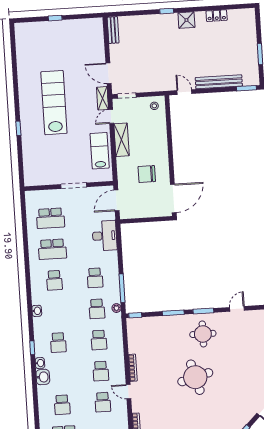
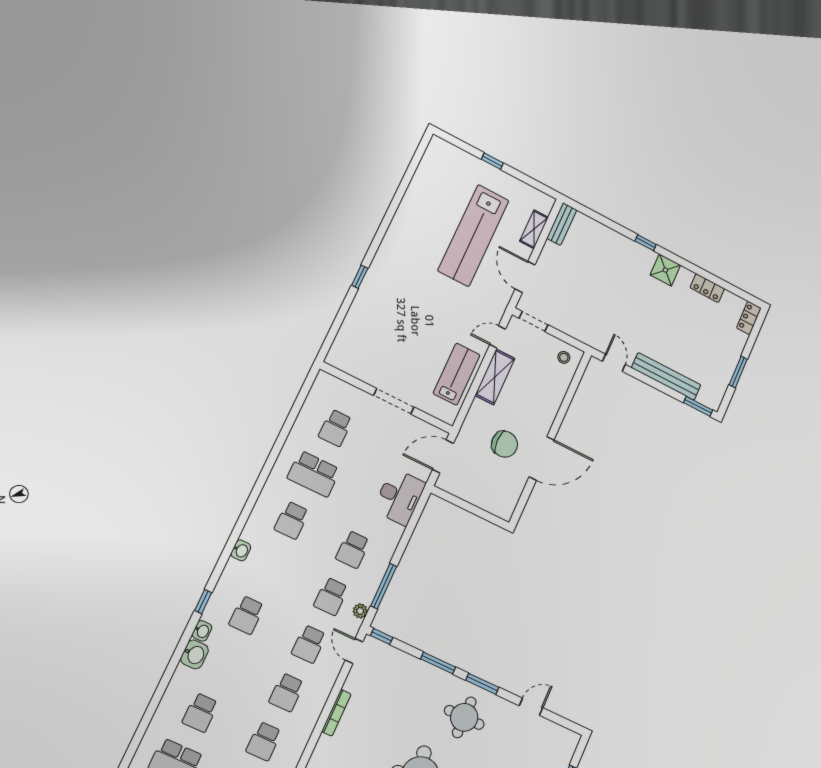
locker: (250, 18) -> (749, 318), added
shelving: (103, 98) -> (534, 229), moved
lab bench: (54, 103) -> (473, 235), moved, turned 180
chair: (147, 174) -> (505, 444), turned 180
door: (173, 198) -> (542, 458), moved
school desk: (50, 218) -> (335, 428), width x0.54
door: (128, 392) -> (354, 651), moved

